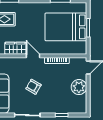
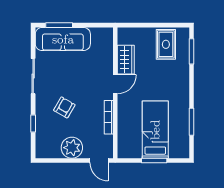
bed: (66, 27) -> (155, 130), width x0.67
armchair: (33, 87) -> (64, 107), moved

